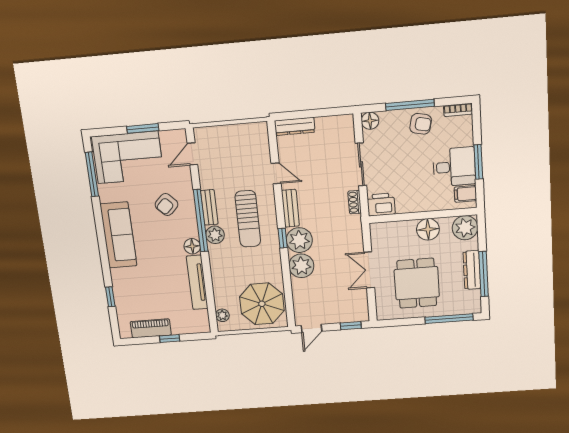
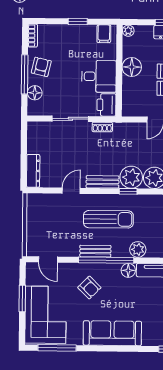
floor lamp: (370, 121) -> (35, 93), moved
window: (478, 162) -> (78, 21), width x0.67
desk: (454, 167) -> (99, 76), moved, turned 90
plant: (465, 228) -> (128, 31), width x0.53, depth x0.53
plant: (215, 235) -> (138, 249), moved

